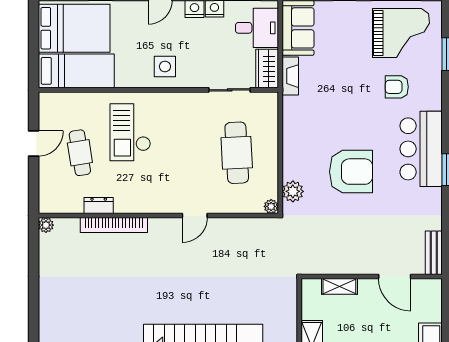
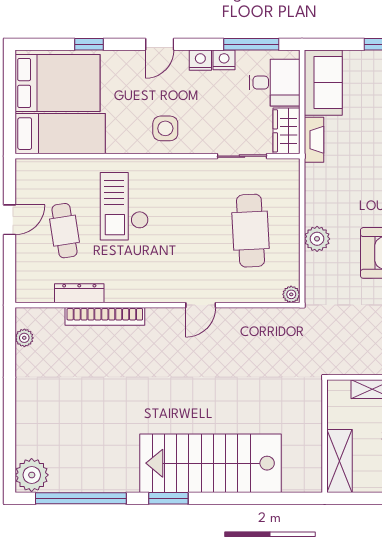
plant: (293, 191) -> (317, 239), moved
dresser: (99, 206) -> (79, 293), width x1.44
plant: (46, 225) -> (24, 338), moved

